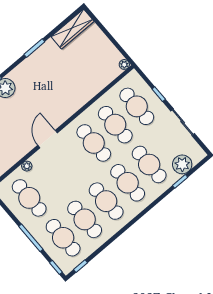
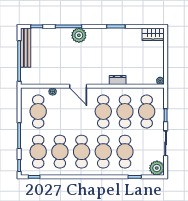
wardrobe: (73, 29) -> (153, 34), width x0.67
dresser: (81, 100) -> (118, 80), added
door: (48, 139) -> (78, 86), swing flipped
plant: (182, 164) -> (157, 168), moved

